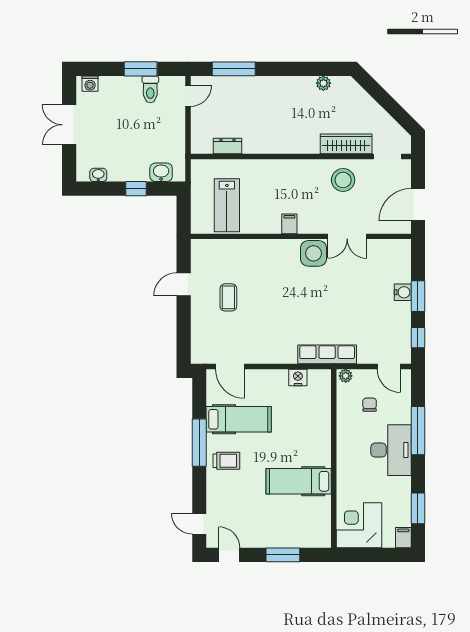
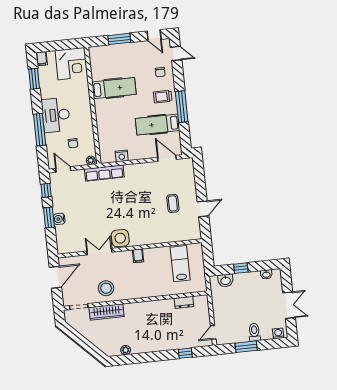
window: (234, 69) -> (185, 353), width x0.46
toilet: (150, 89) -> (254, 332), moved
chair: (226, 498) -> (160, 72), added

